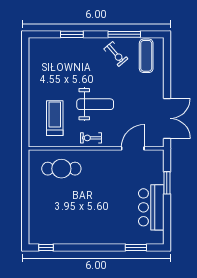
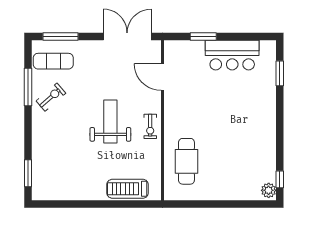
window: (72, 34) -> (28, 173), moved
window: (167, 62) -> (60, 37), added
treadmill: (55, 118) -> (128, 189), moved
plant: (37, 238) -> (269, 190), added

